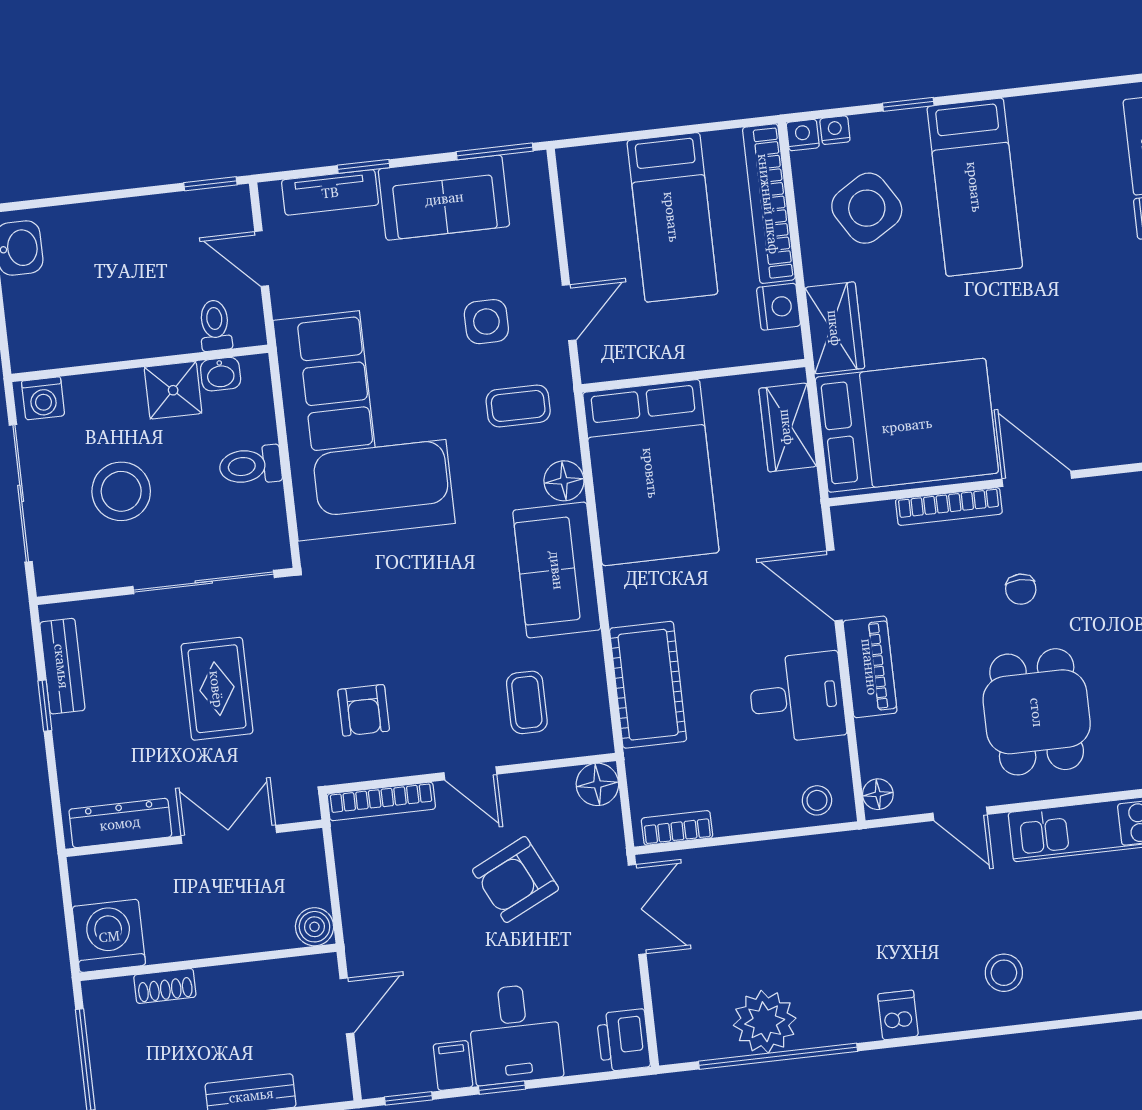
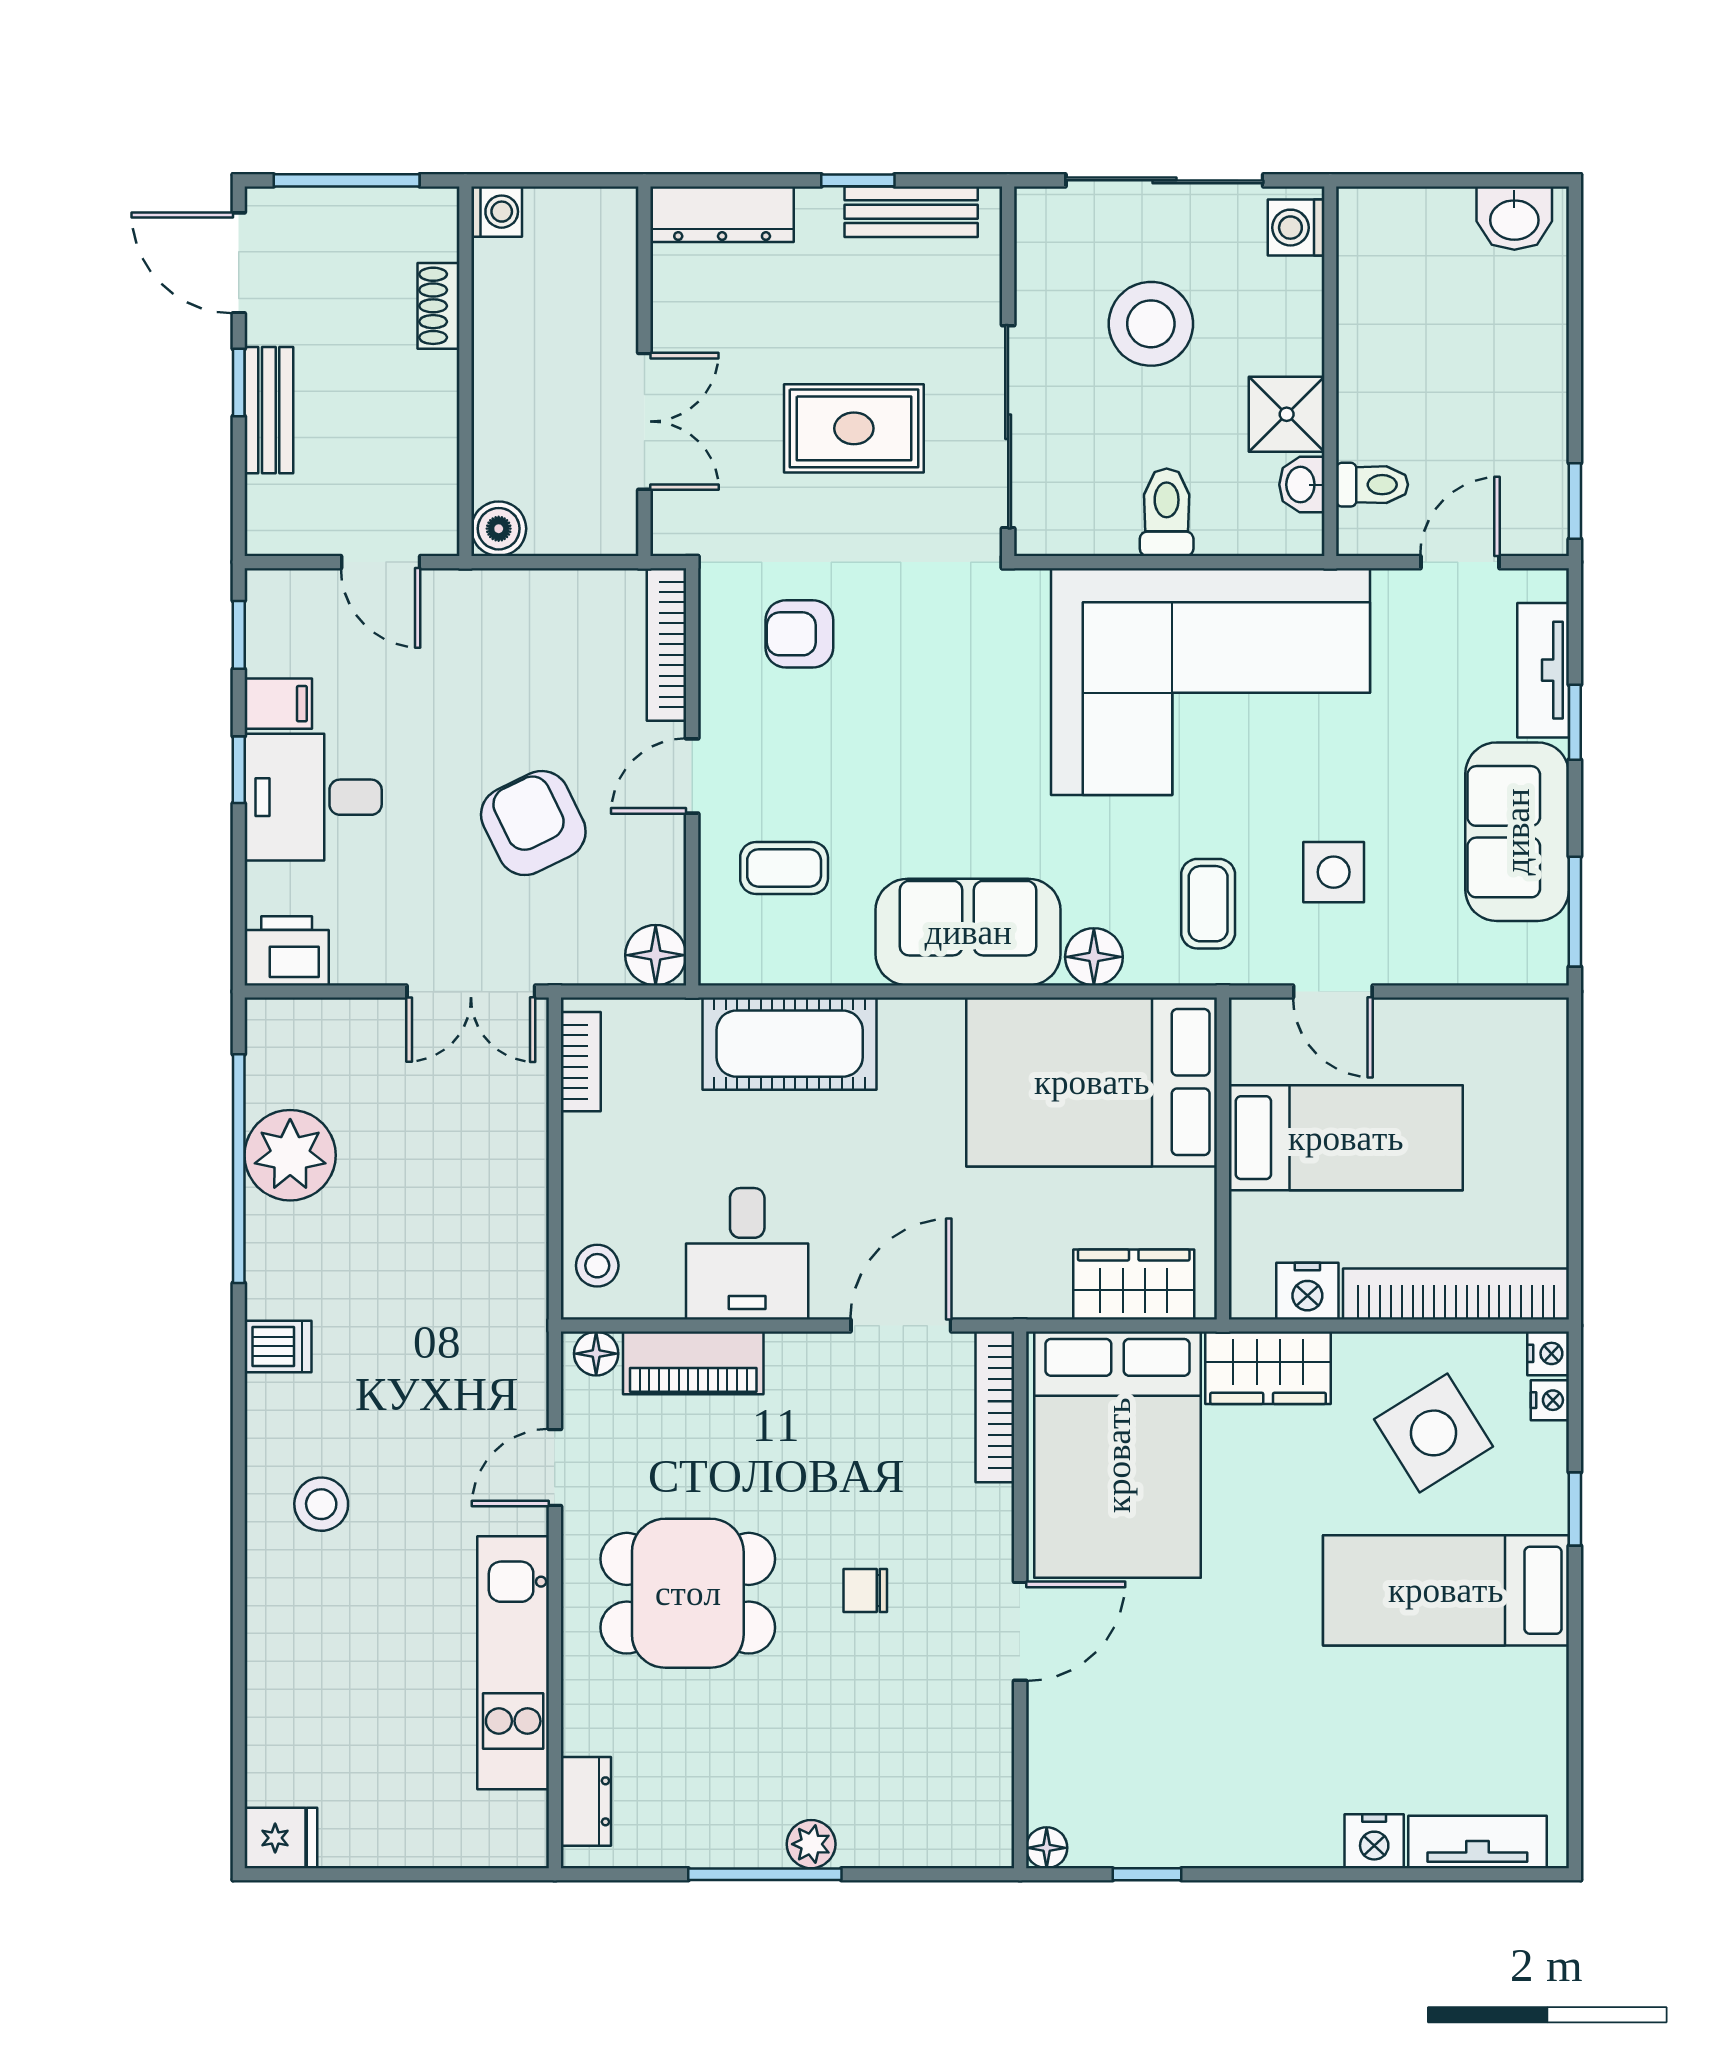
bed: (672, 217) -> (1346, 1138), moved, turned 180
bookcase: (949, 506) -> (995, 1407), moved
piano: (870, 667) -> (693, 1363), moved
dresser: (120, 823) -> (722, 214), moved, turned 90
washing machine: (109, 936) -> (497, 212), width x0.53, depth x0.53

